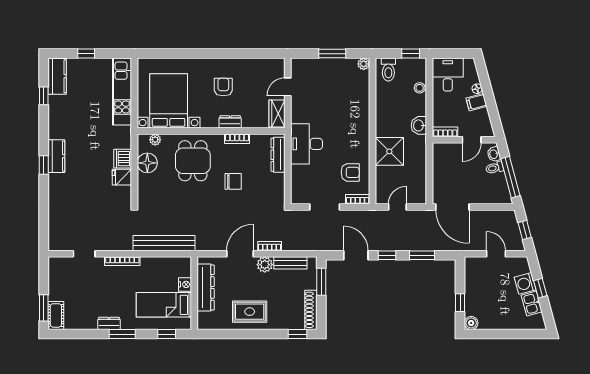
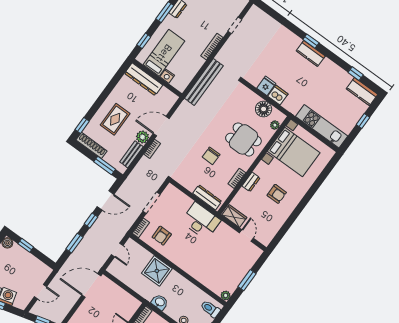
door: (240, 254) -> (161, 126), swing flipped
dresser: (206, 287) -> (144, 79), moved
rug: (250, 312) -> (115, 119), moved

